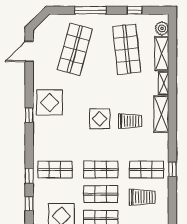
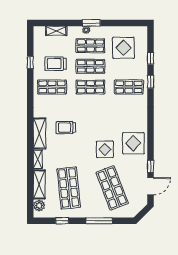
shop shelf: (75, 49) -> (112, 188), turned -36
window: (29, 115) -> (151, 166), moved
display table: (100, 119) -> (105, 149), moved
window: (172, 169) -> (30, 63), moved

